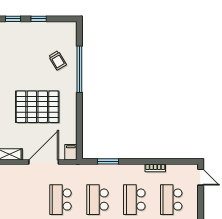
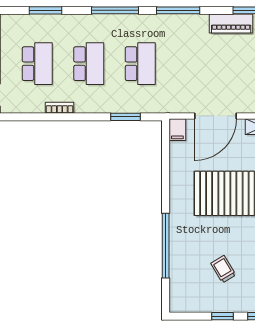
trolley: (58, 60) -> (223, 269), moved
school desk: (61, 200) -> (192, 64), removed

